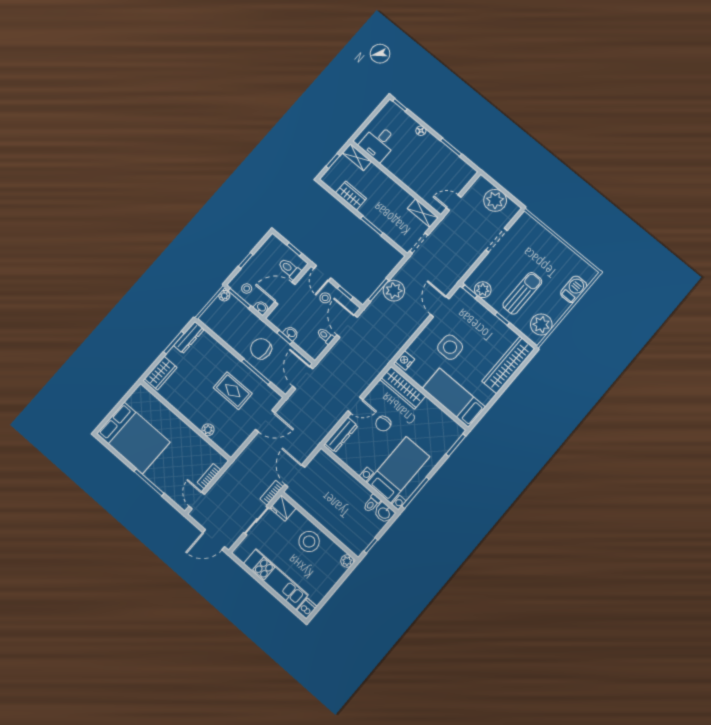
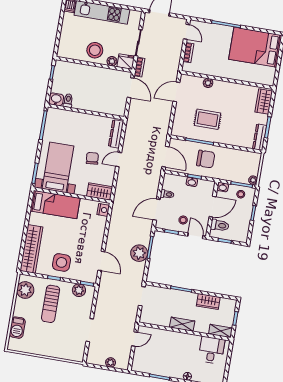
plant: (495, 200) -> (111, 362), width x0.53, depth x0.53
shelving: (423, 213) -> (182, 324), moved
door: (347, 326) -> (156, 210), swing flipped
side table: (450, 347) -> (62, 262), moved
wardrobe: (403, 388) -> (100, 191), width x0.67
door: (265, 421) -> (176, 92), moved
bed with nightstands: (398, 470) -> (58, 167), moved, turned 180
plant: (347, 561) -> (112, 61), moved

